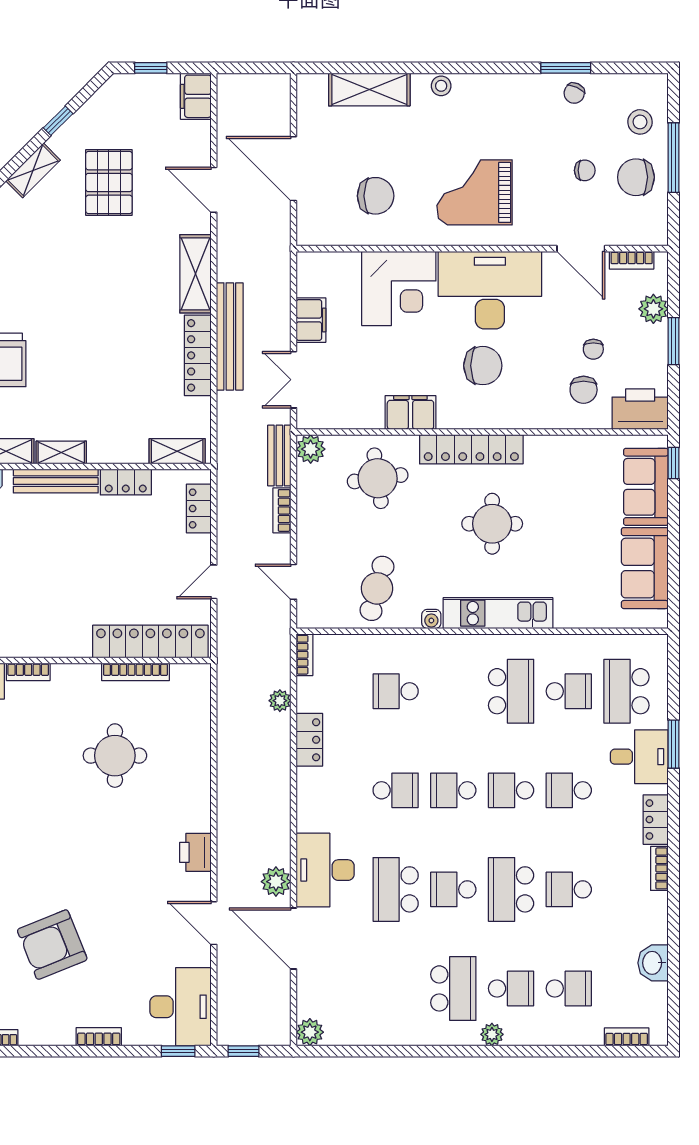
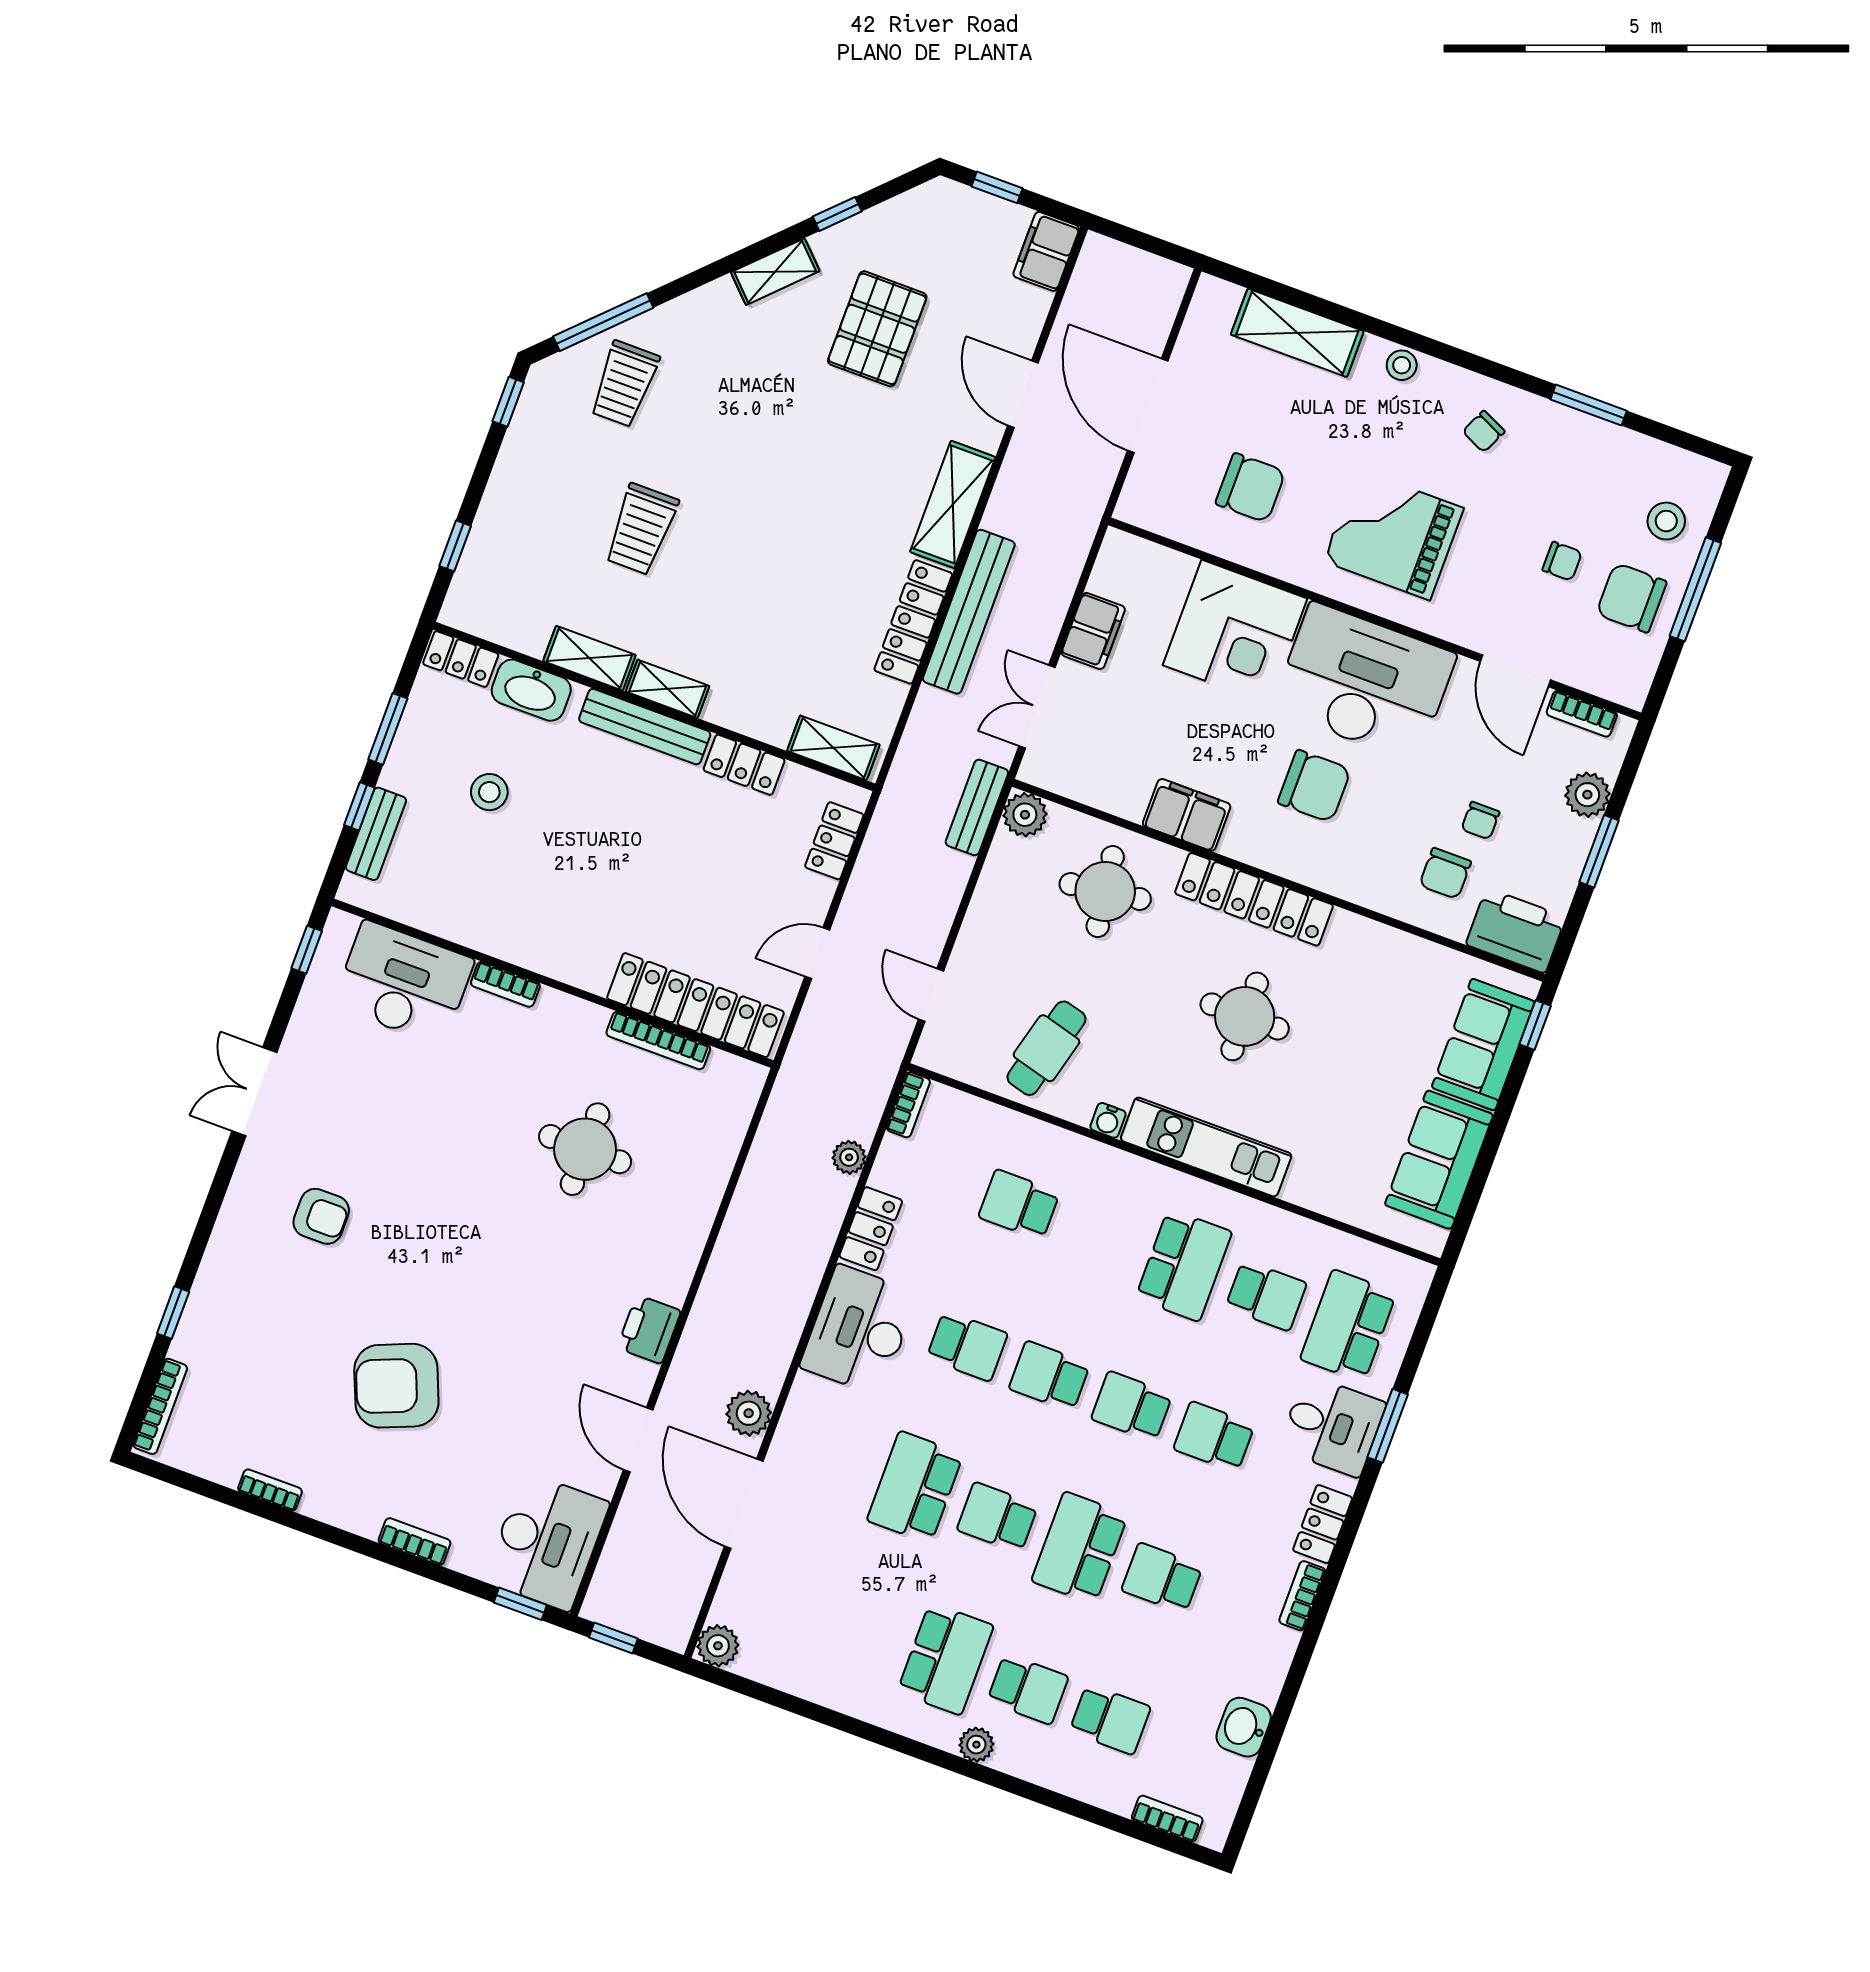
chair: (574, 93) -> (1484, 431), moved
bookcase: (282, 510) -> (952, 887), removed
desk: (325, 870) -> (859, 1330), moved

